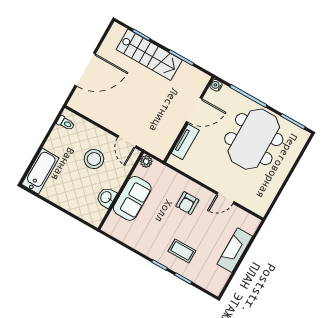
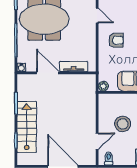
door: (127, 142) -> (97, 141), moved

